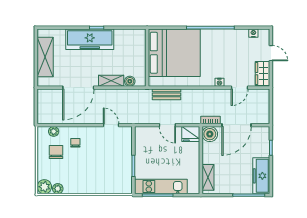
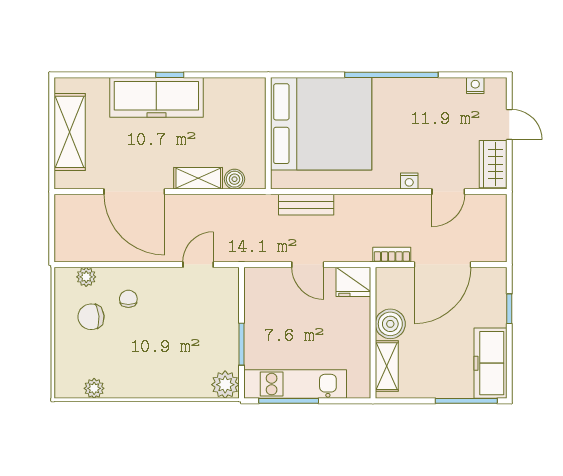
door: (78, 88) -> (134, 192), hinge flipped
door: (111, 125) -> (198, 265), hinge flipped
boiler: (210, 134) -> (390, 324), moved
chair: (56, 152) -> (91, 317), turned -95
plant: (44, 187) -> (225, 385), moved

